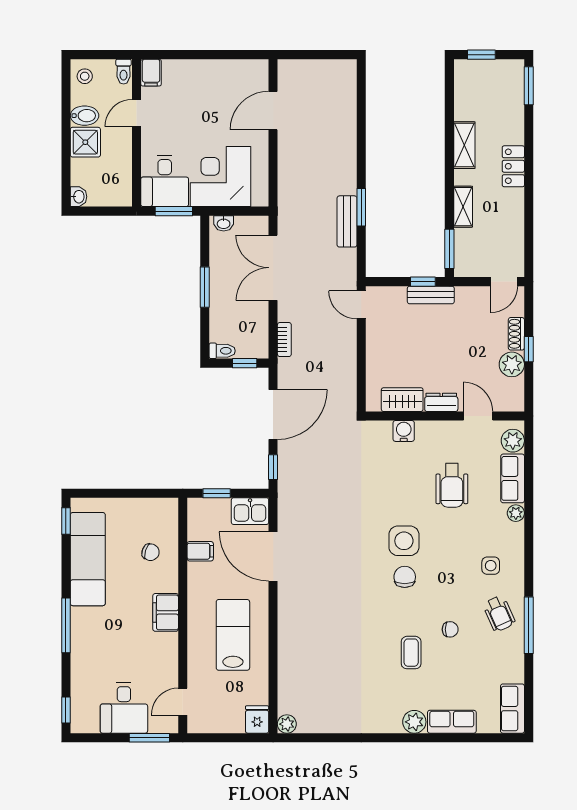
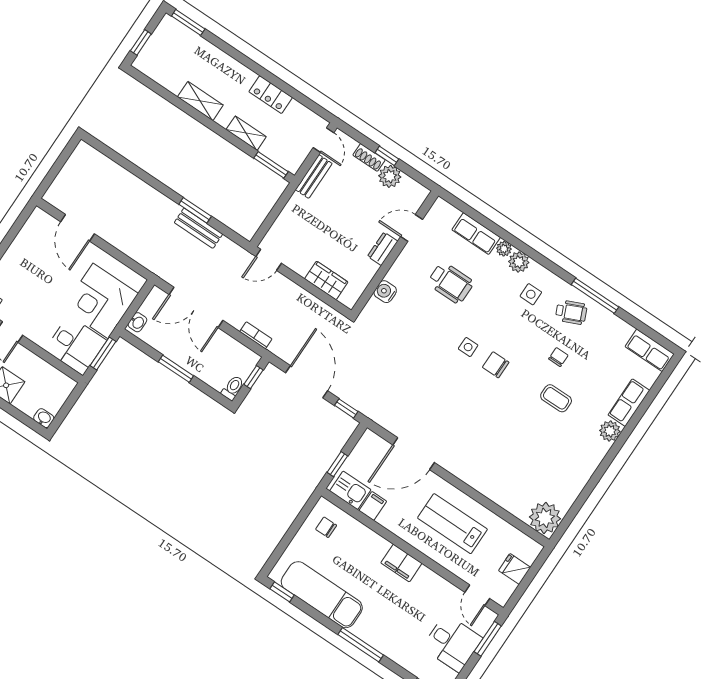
locker: (513, 166) -> (271, 95), moved
window: (423, 282) -> (282, 201), removed
bench: (431, 295) -> (314, 176), moved
wardrobe: (402, 400) -> (326, 280), moved, turned 90
plant: (513, 441) -> (519, 262), moved
kitchen sink: (250, 511) -> (350, 490), moved, turned -90
side table: (404, 541) -> (468, 347), width x0.54, depth x0.54
chair: (151, 552) -> (326, 527), moved, turned -108
fridge: (257, 720) -> (515, 569), moved
plant: (287, 724) -> (545, 518), width x1.87, depth x1.87

